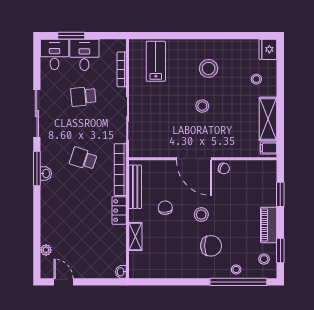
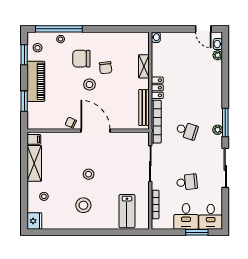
plant: (46, 160) -> (218, 130), added
washbasin: (46, 173) -> (218, 44), moved
chair: (165, 208) -> (106, 68), moved
piano: (269, 225) -> (36, 81), width x1.37, depth x1.33

